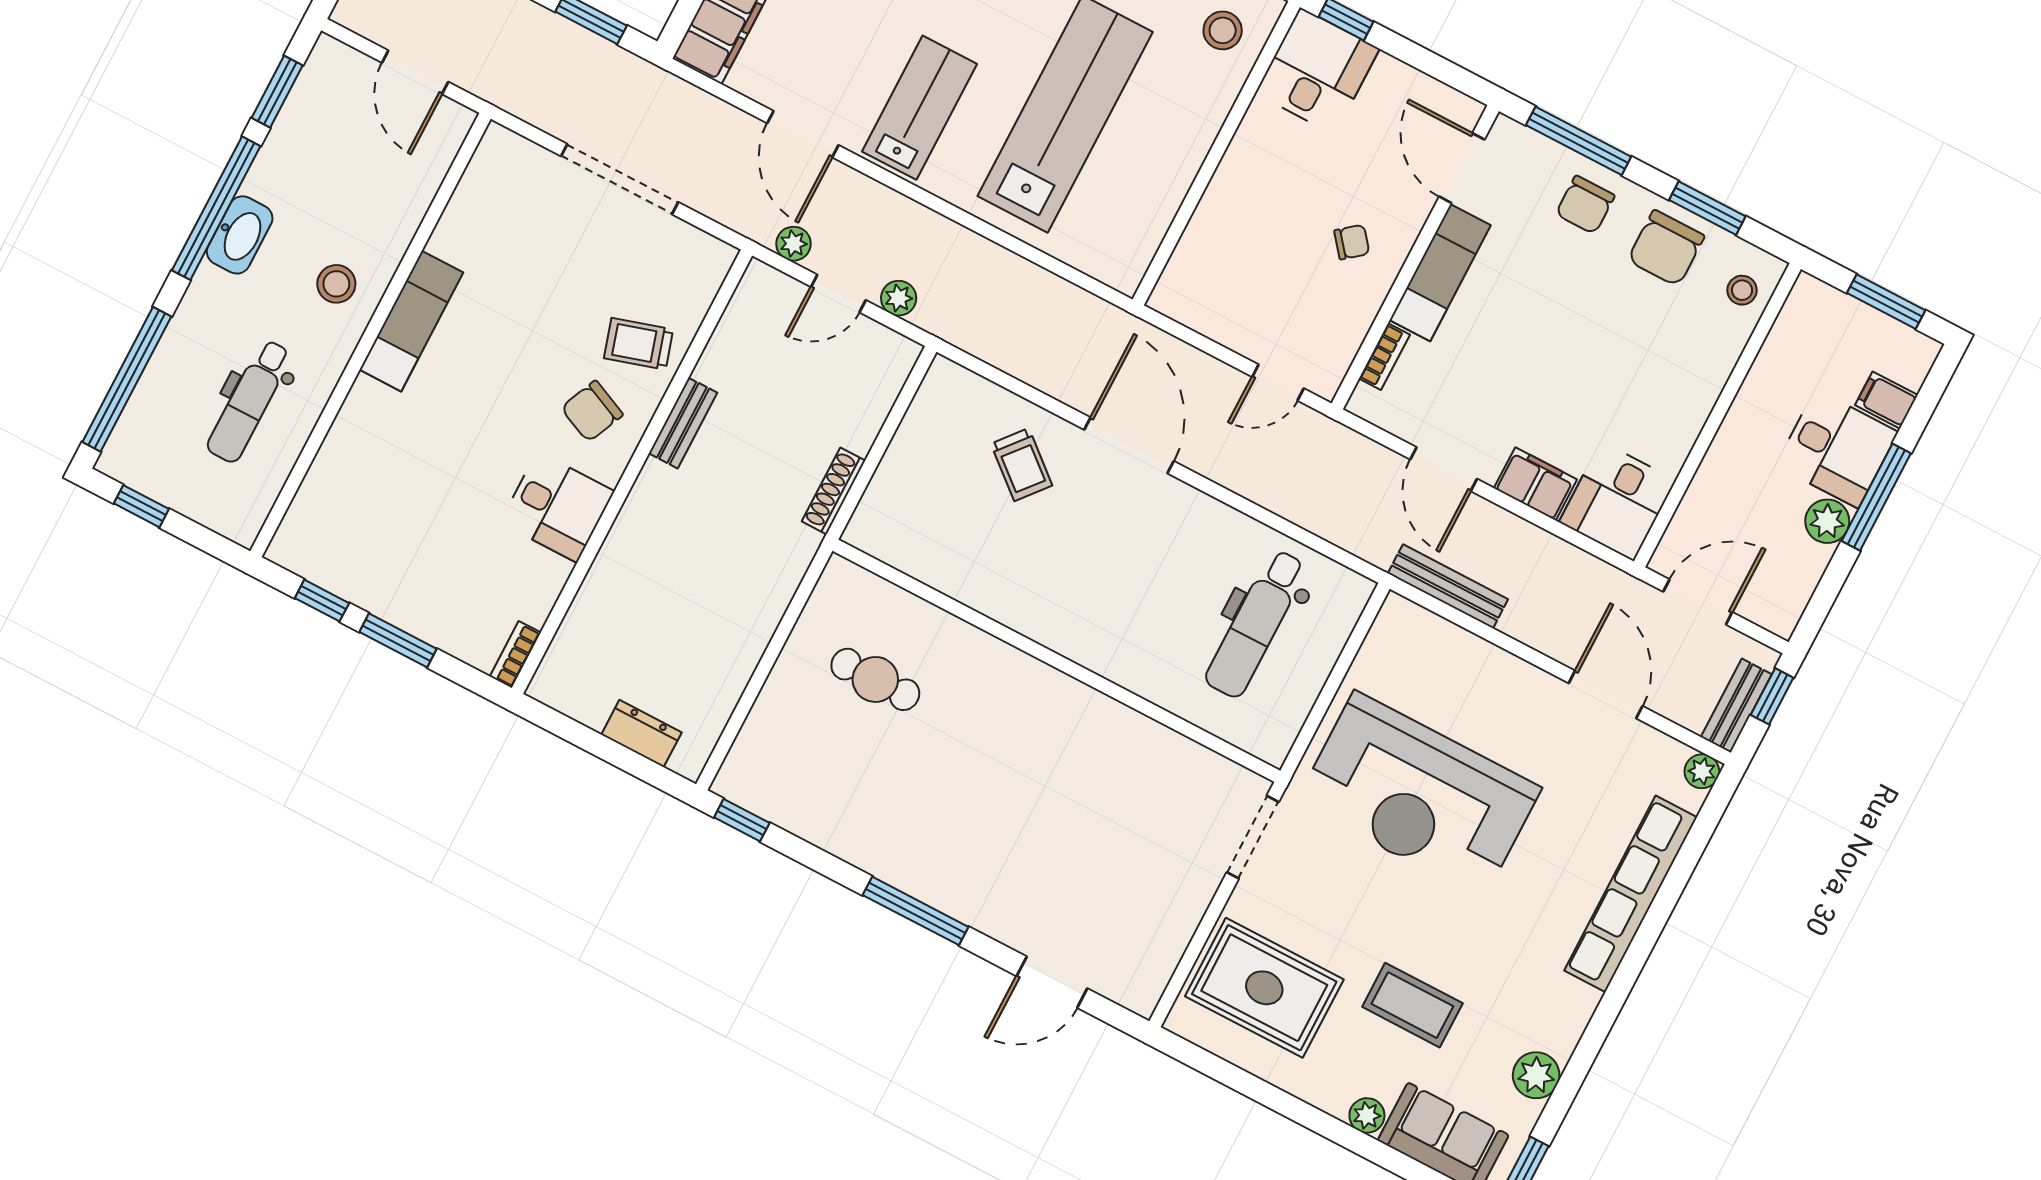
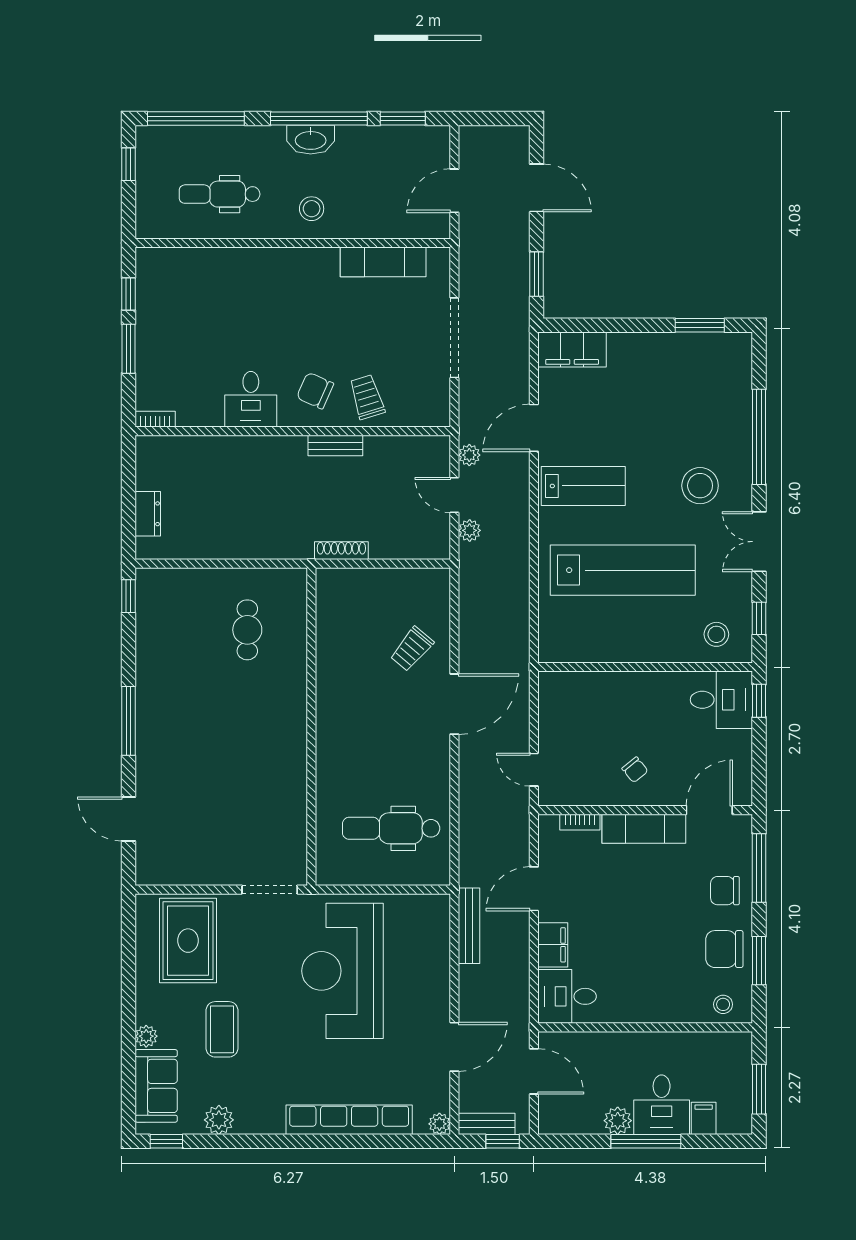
exam couch: (411, 321) -> (383, 262), moved

